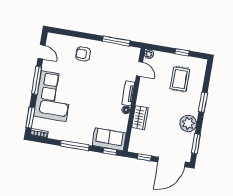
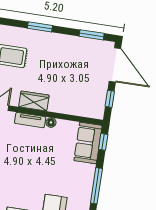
wardrobe: (140, 118) -> (34, 101), moved
plant: (188, 123) -> (67, 45), removed

